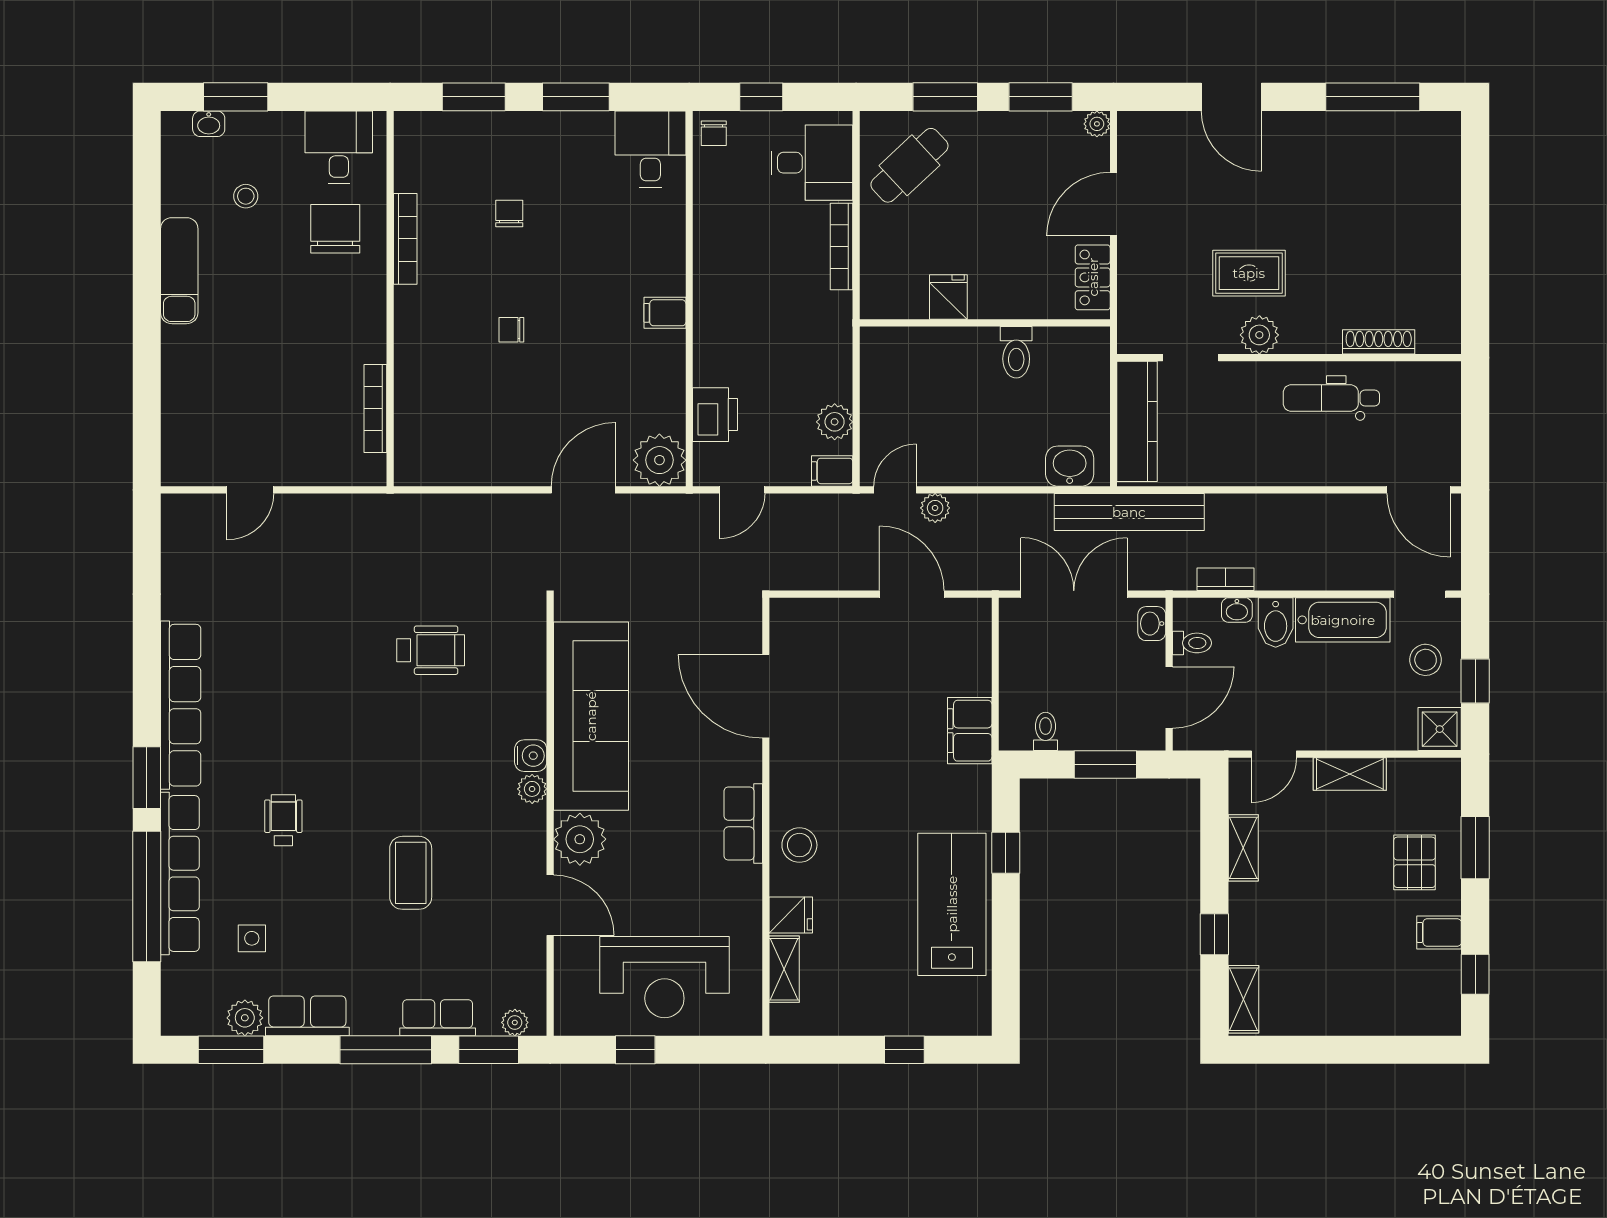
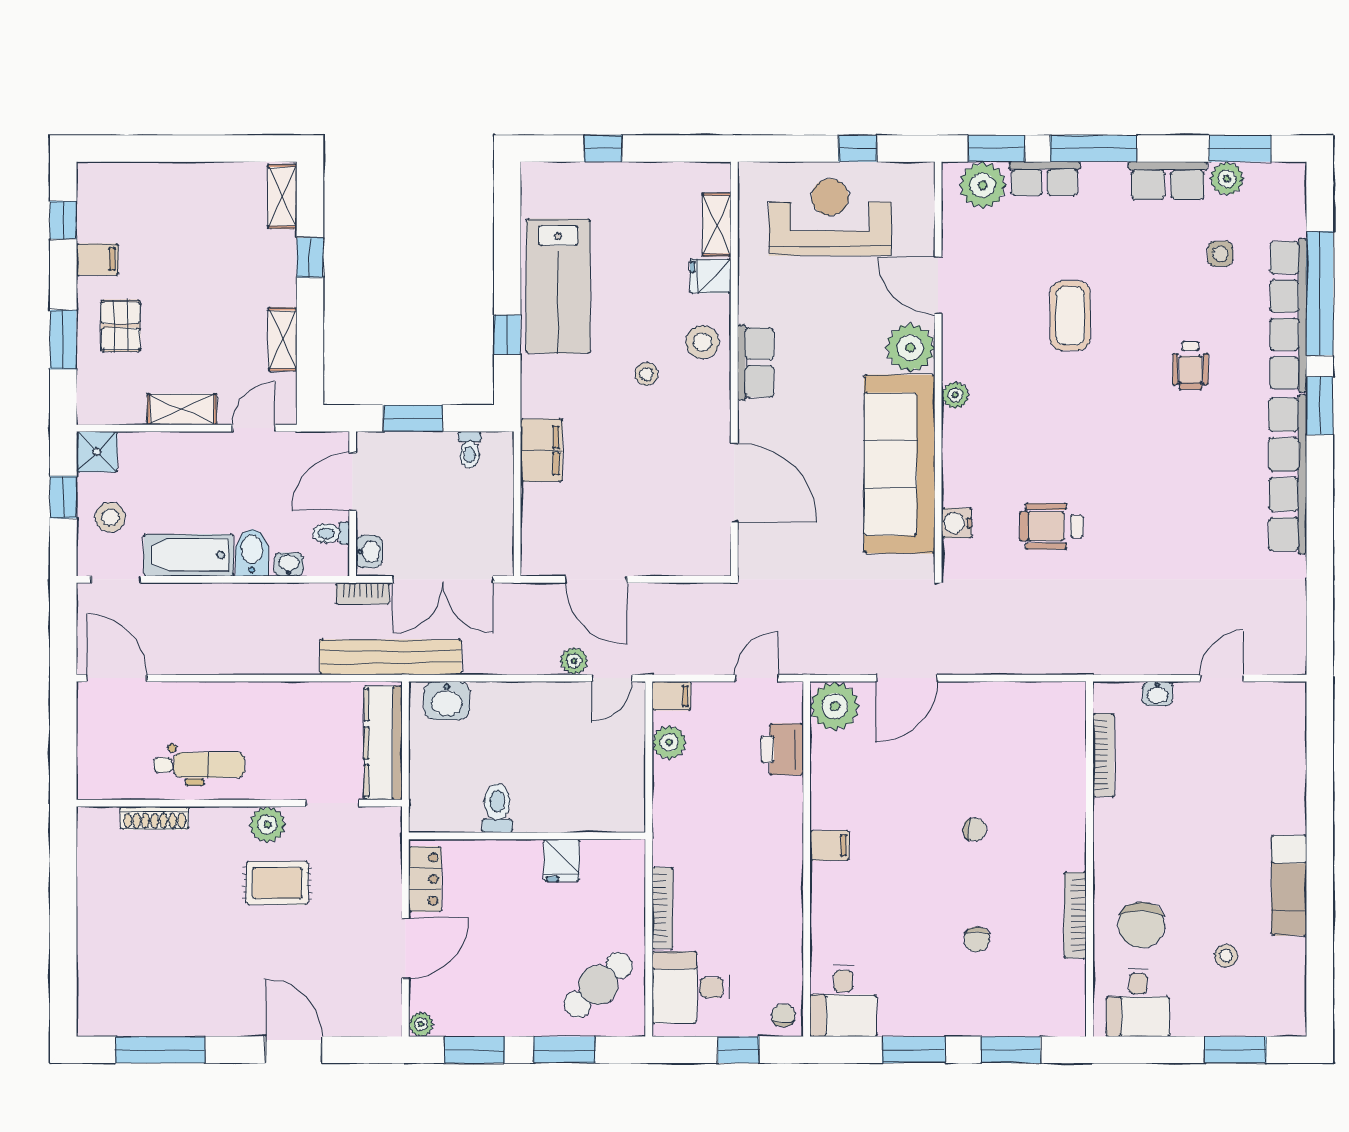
washbasin: (209, 124) -> (1157, 694), moved, turned 180
bookcase: (1225, 579) -> (363, 593), moved
water cooler: (531, 756) -> (957, 523), moved
stool: (859, 811) -> (646, 374), added
plant: (515, 1022) -> (983, 185), width x1.88, depth x1.88

